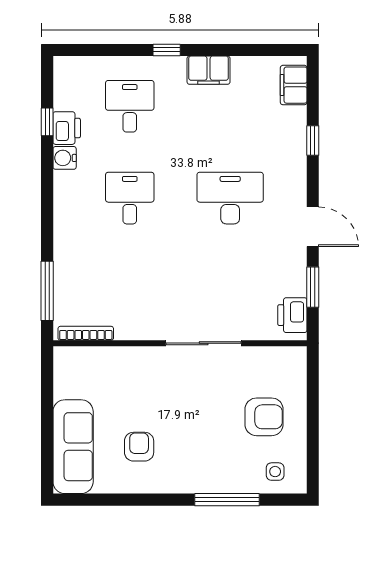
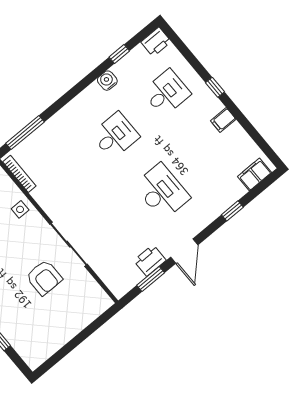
filing cabinet: (209, 70) -> (223, 120), width x0.50
printer: (67, 128) -> (156, 42), moved
printer: (292, 315) -> (150, 260), moved
armchair: (264, 417) -> (44, 278), moved
side table: (275, 472) -> (20, 209), moved

